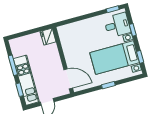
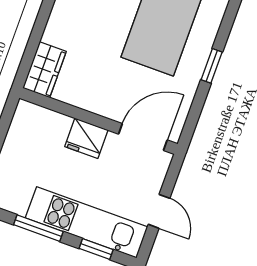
wardrobe: (68, 30) -> (45, 70), added
fridge: (48, 37) -> (86, 138), moved

